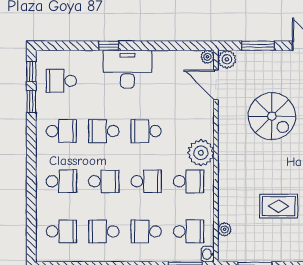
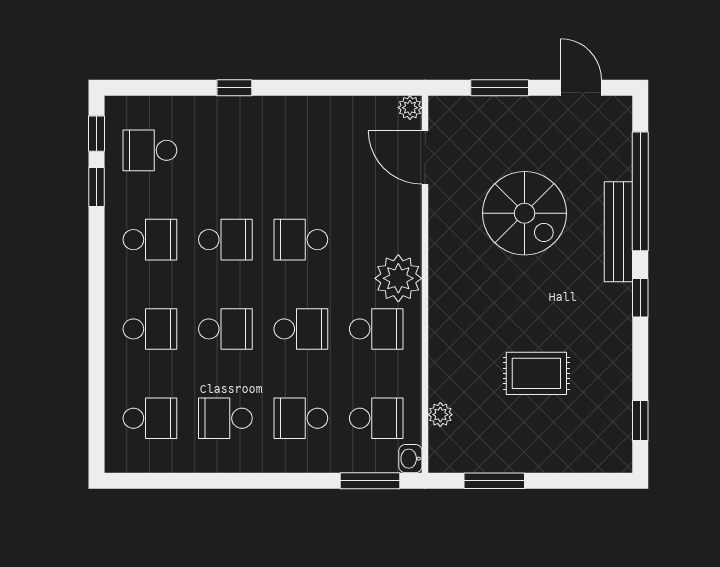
plant: (227, 59) -> (444, 112), removed
desk: (127, 69) -> (268, 130), removed
school desk: (104, 131) -> (225, 240), turned 180

